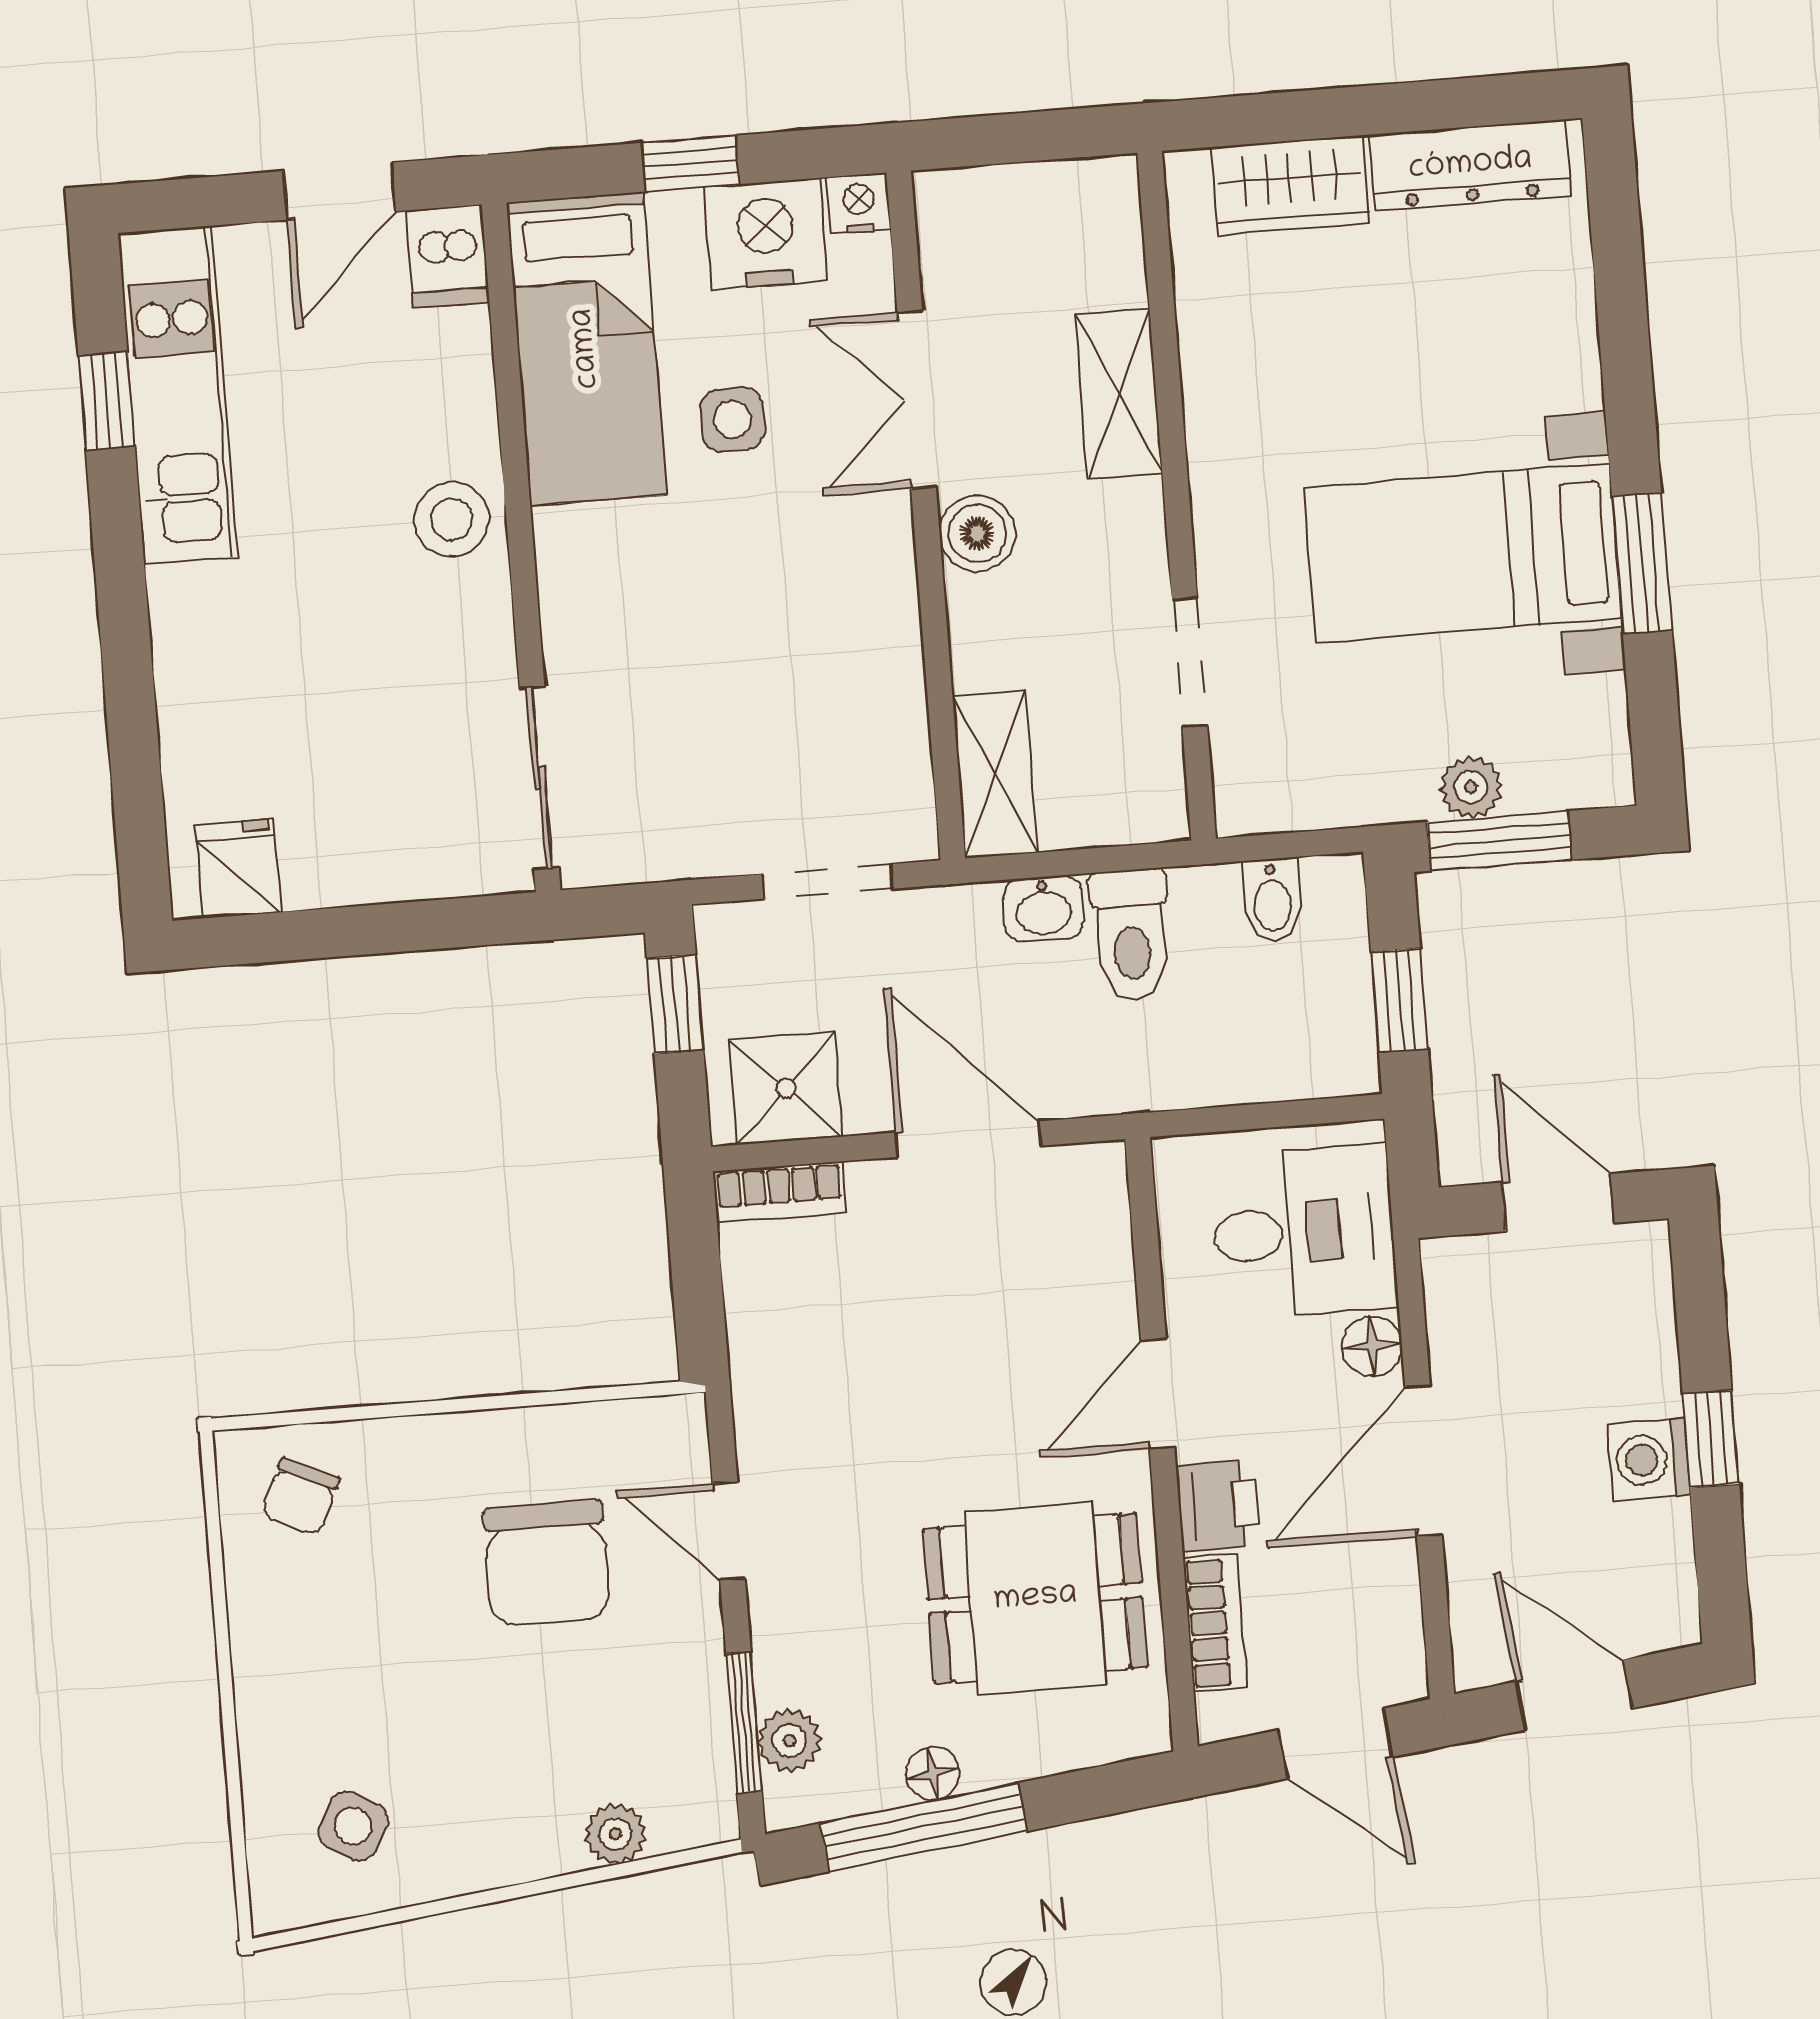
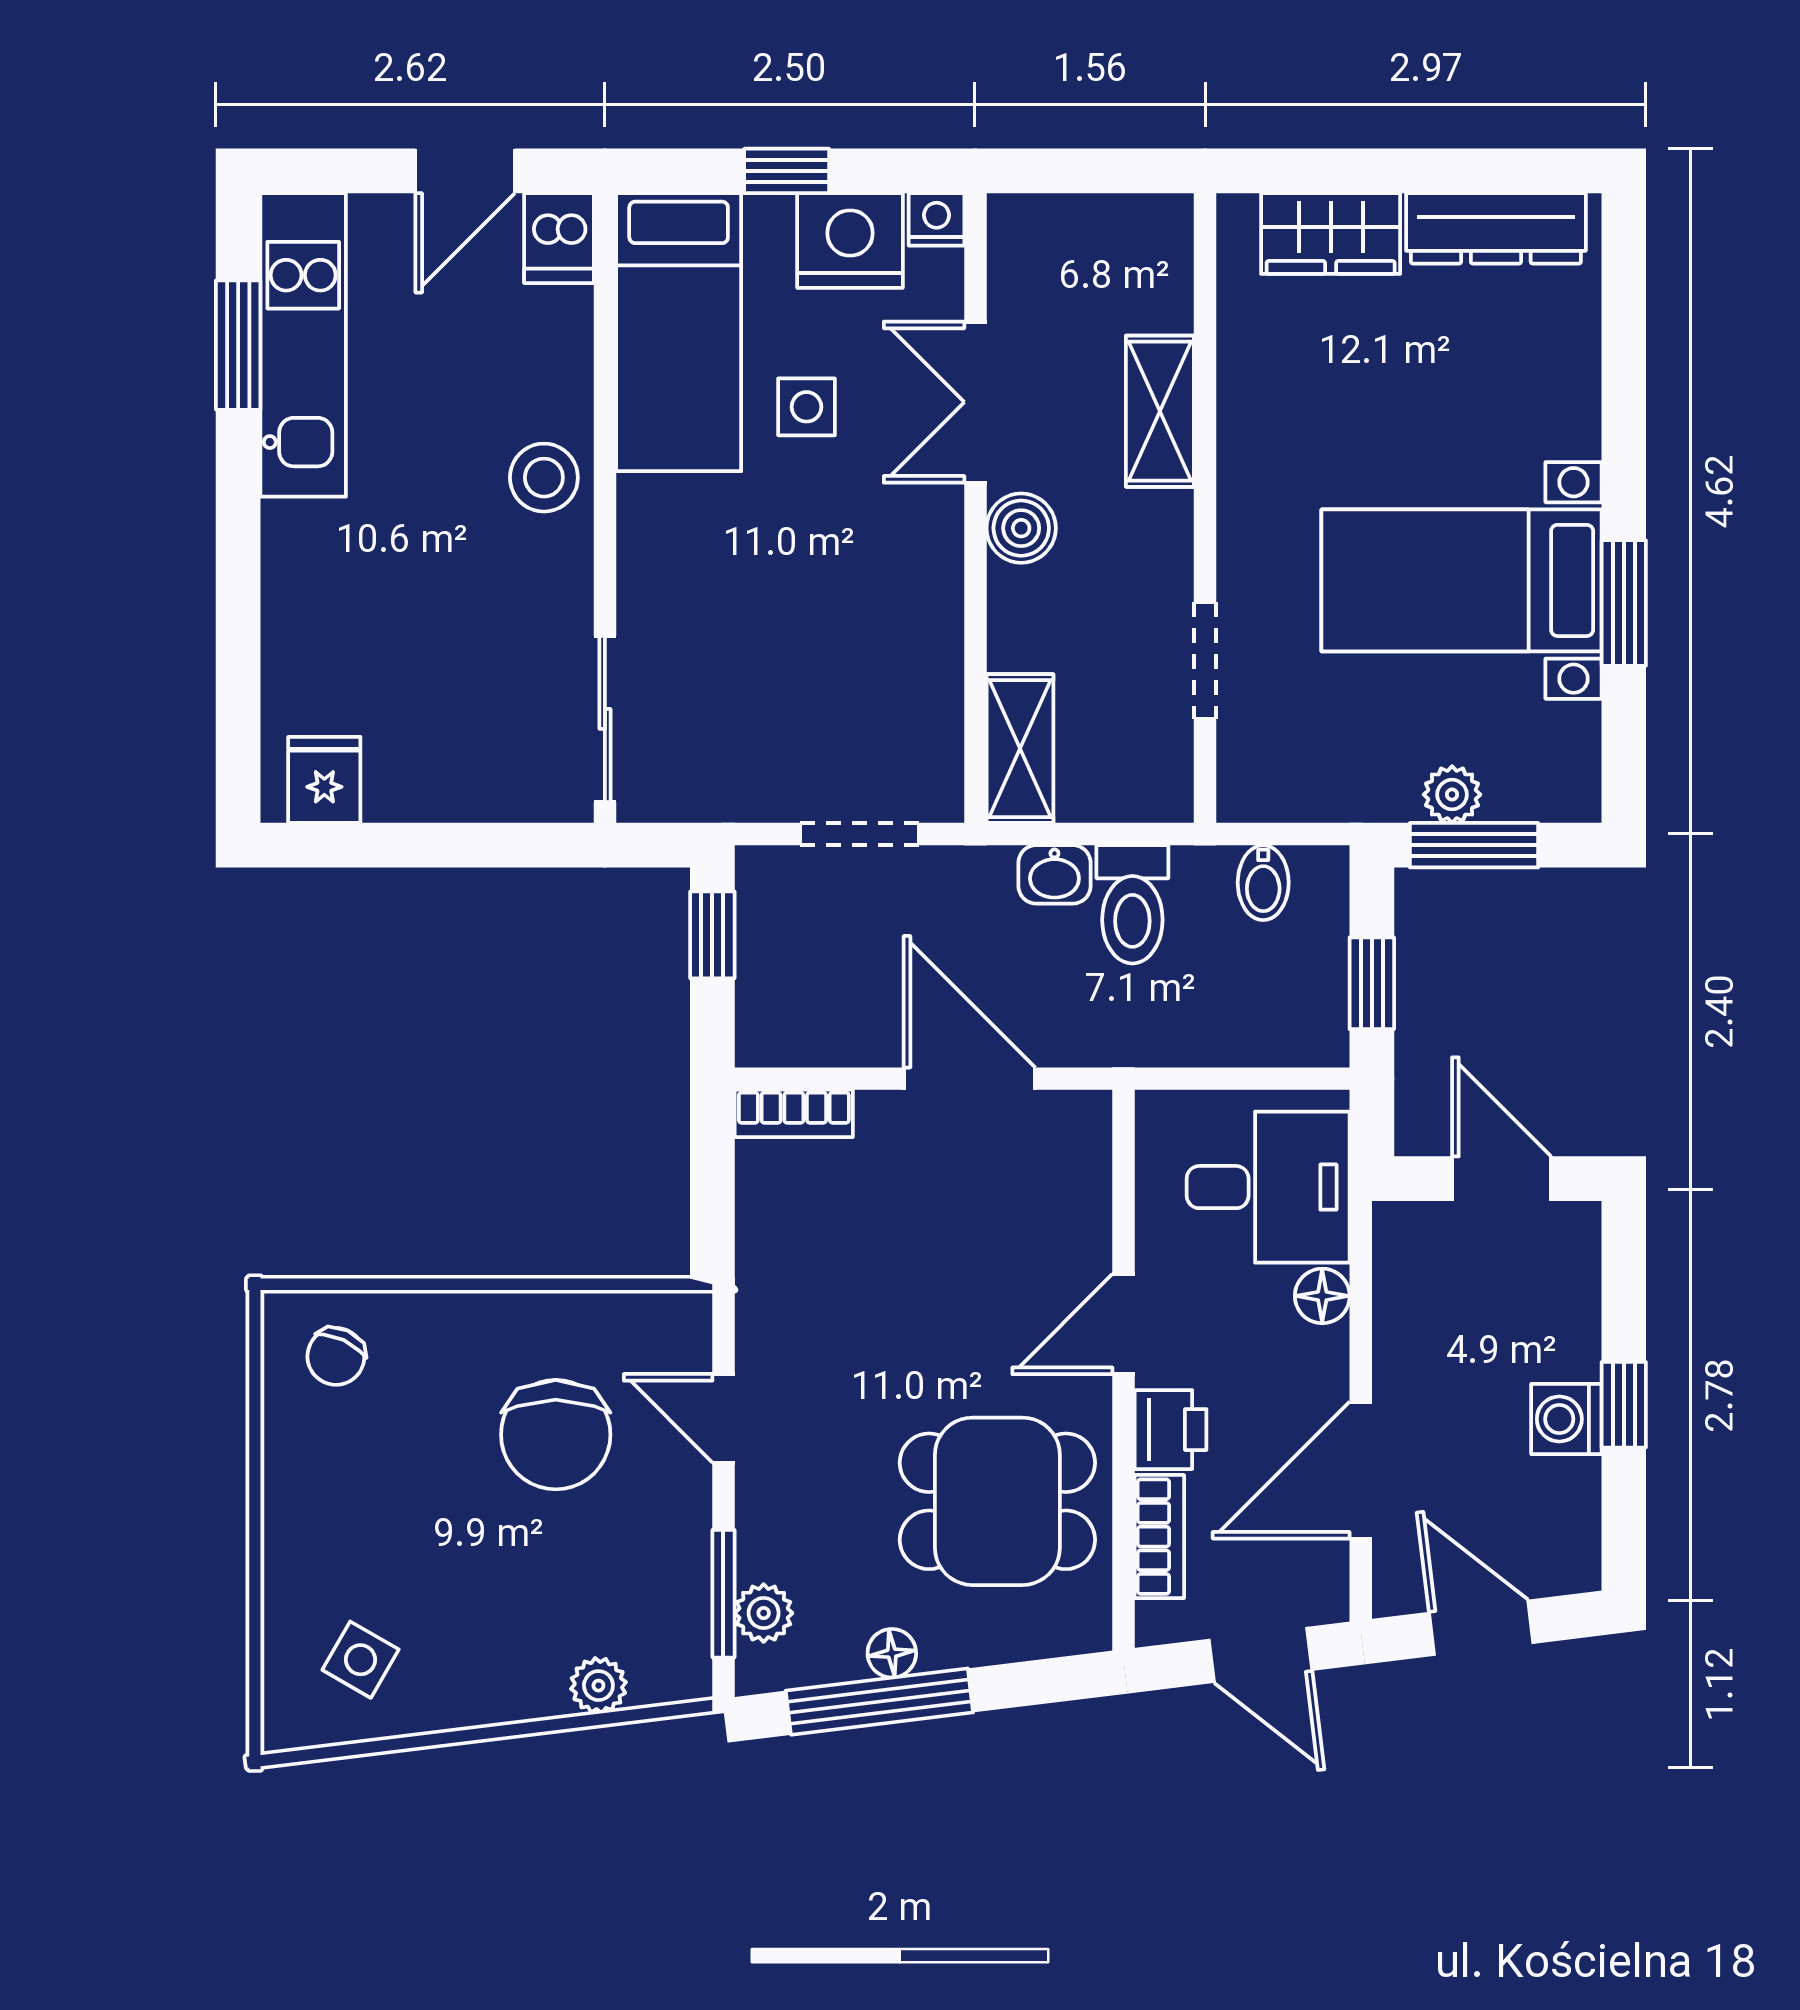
window: (107, 401) -> (238, 345), width x1.50
shower: (786, 1088) -> (807, 1019), removed
door: (1423, 1461) -> (1361, 1470), moved

